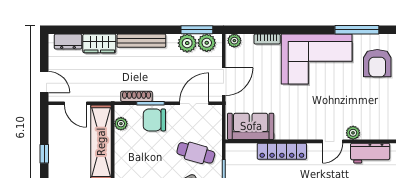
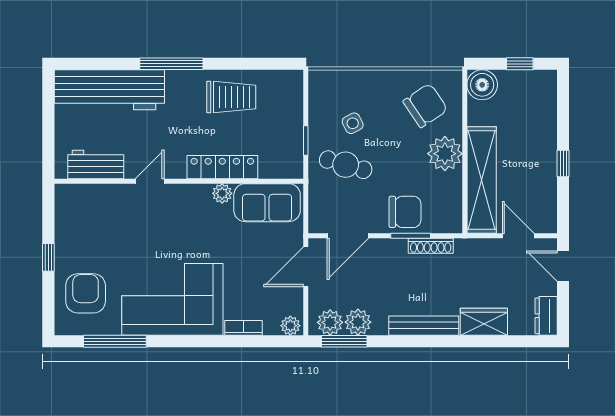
dresser: (68, 41) -> (546, 316), moved, turned -90
plant: (121, 124) -> (445, 154), moved, width x1.88, depth x1.88
plant: (353, 133) -> (222, 193), moved

